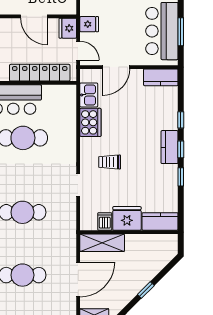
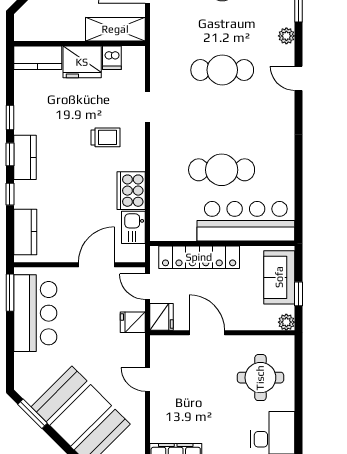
window: (181, 32) -> (10, 293), moved
kitchen counter: (161, 77) -> (25, 232), moved, turned 90

